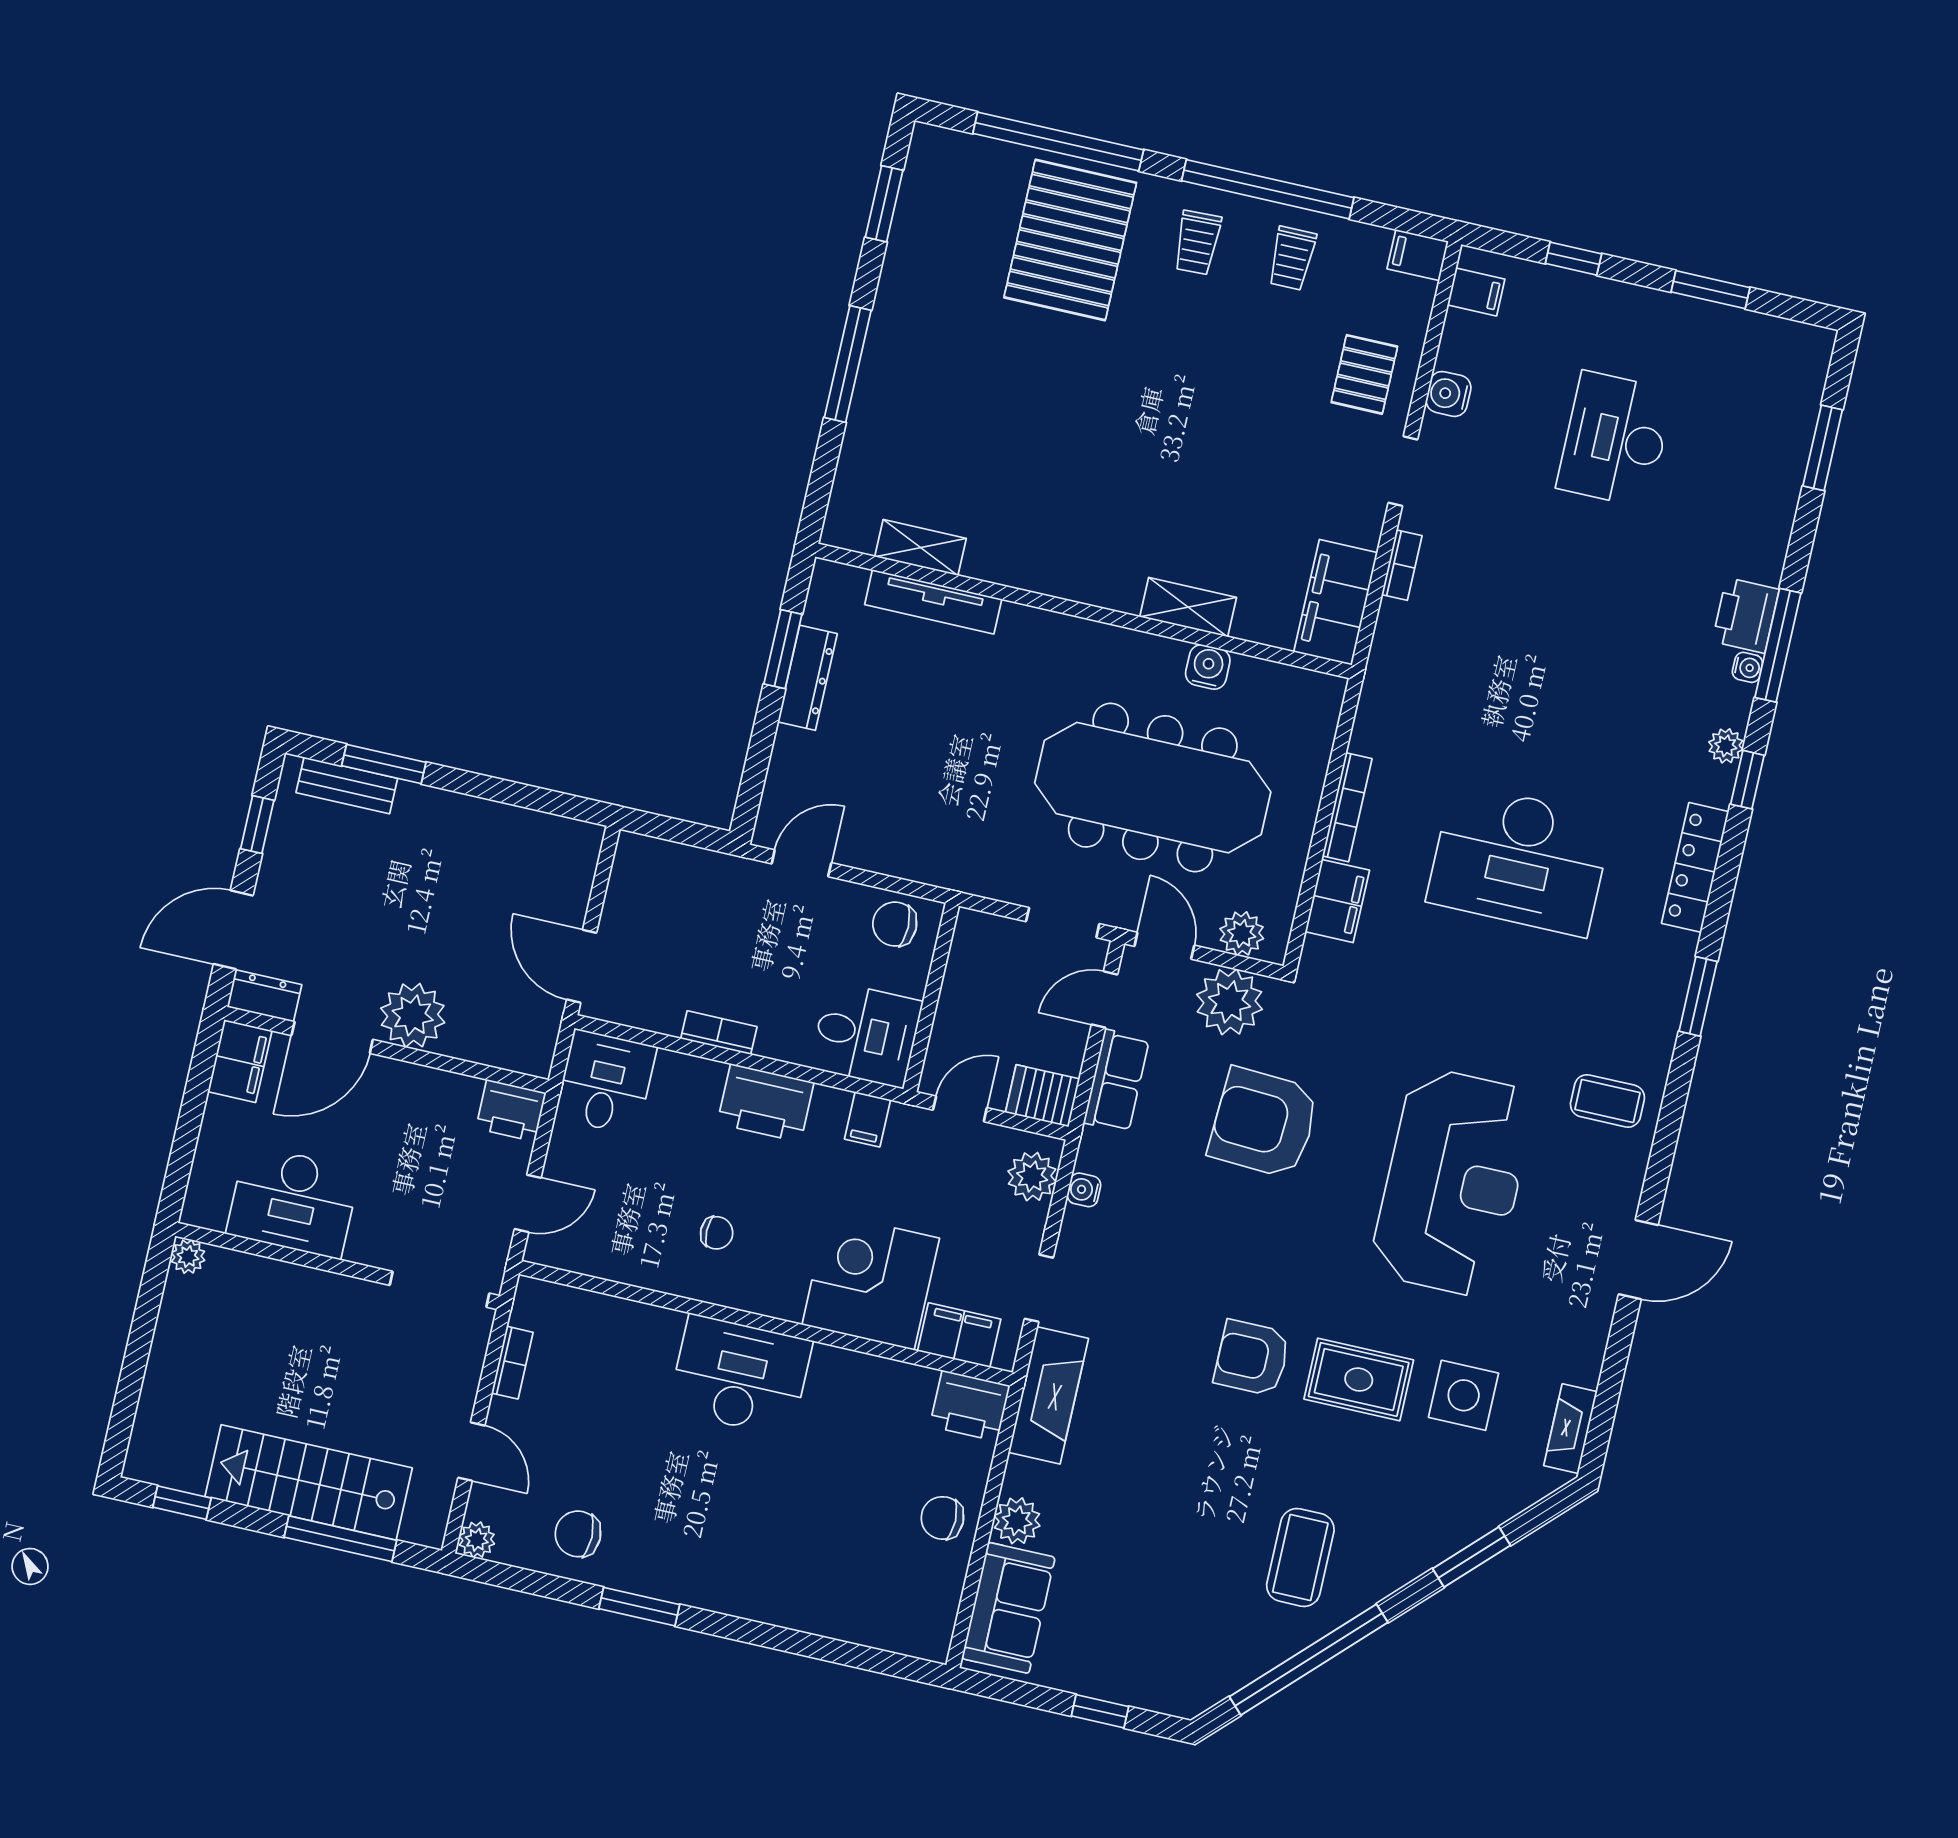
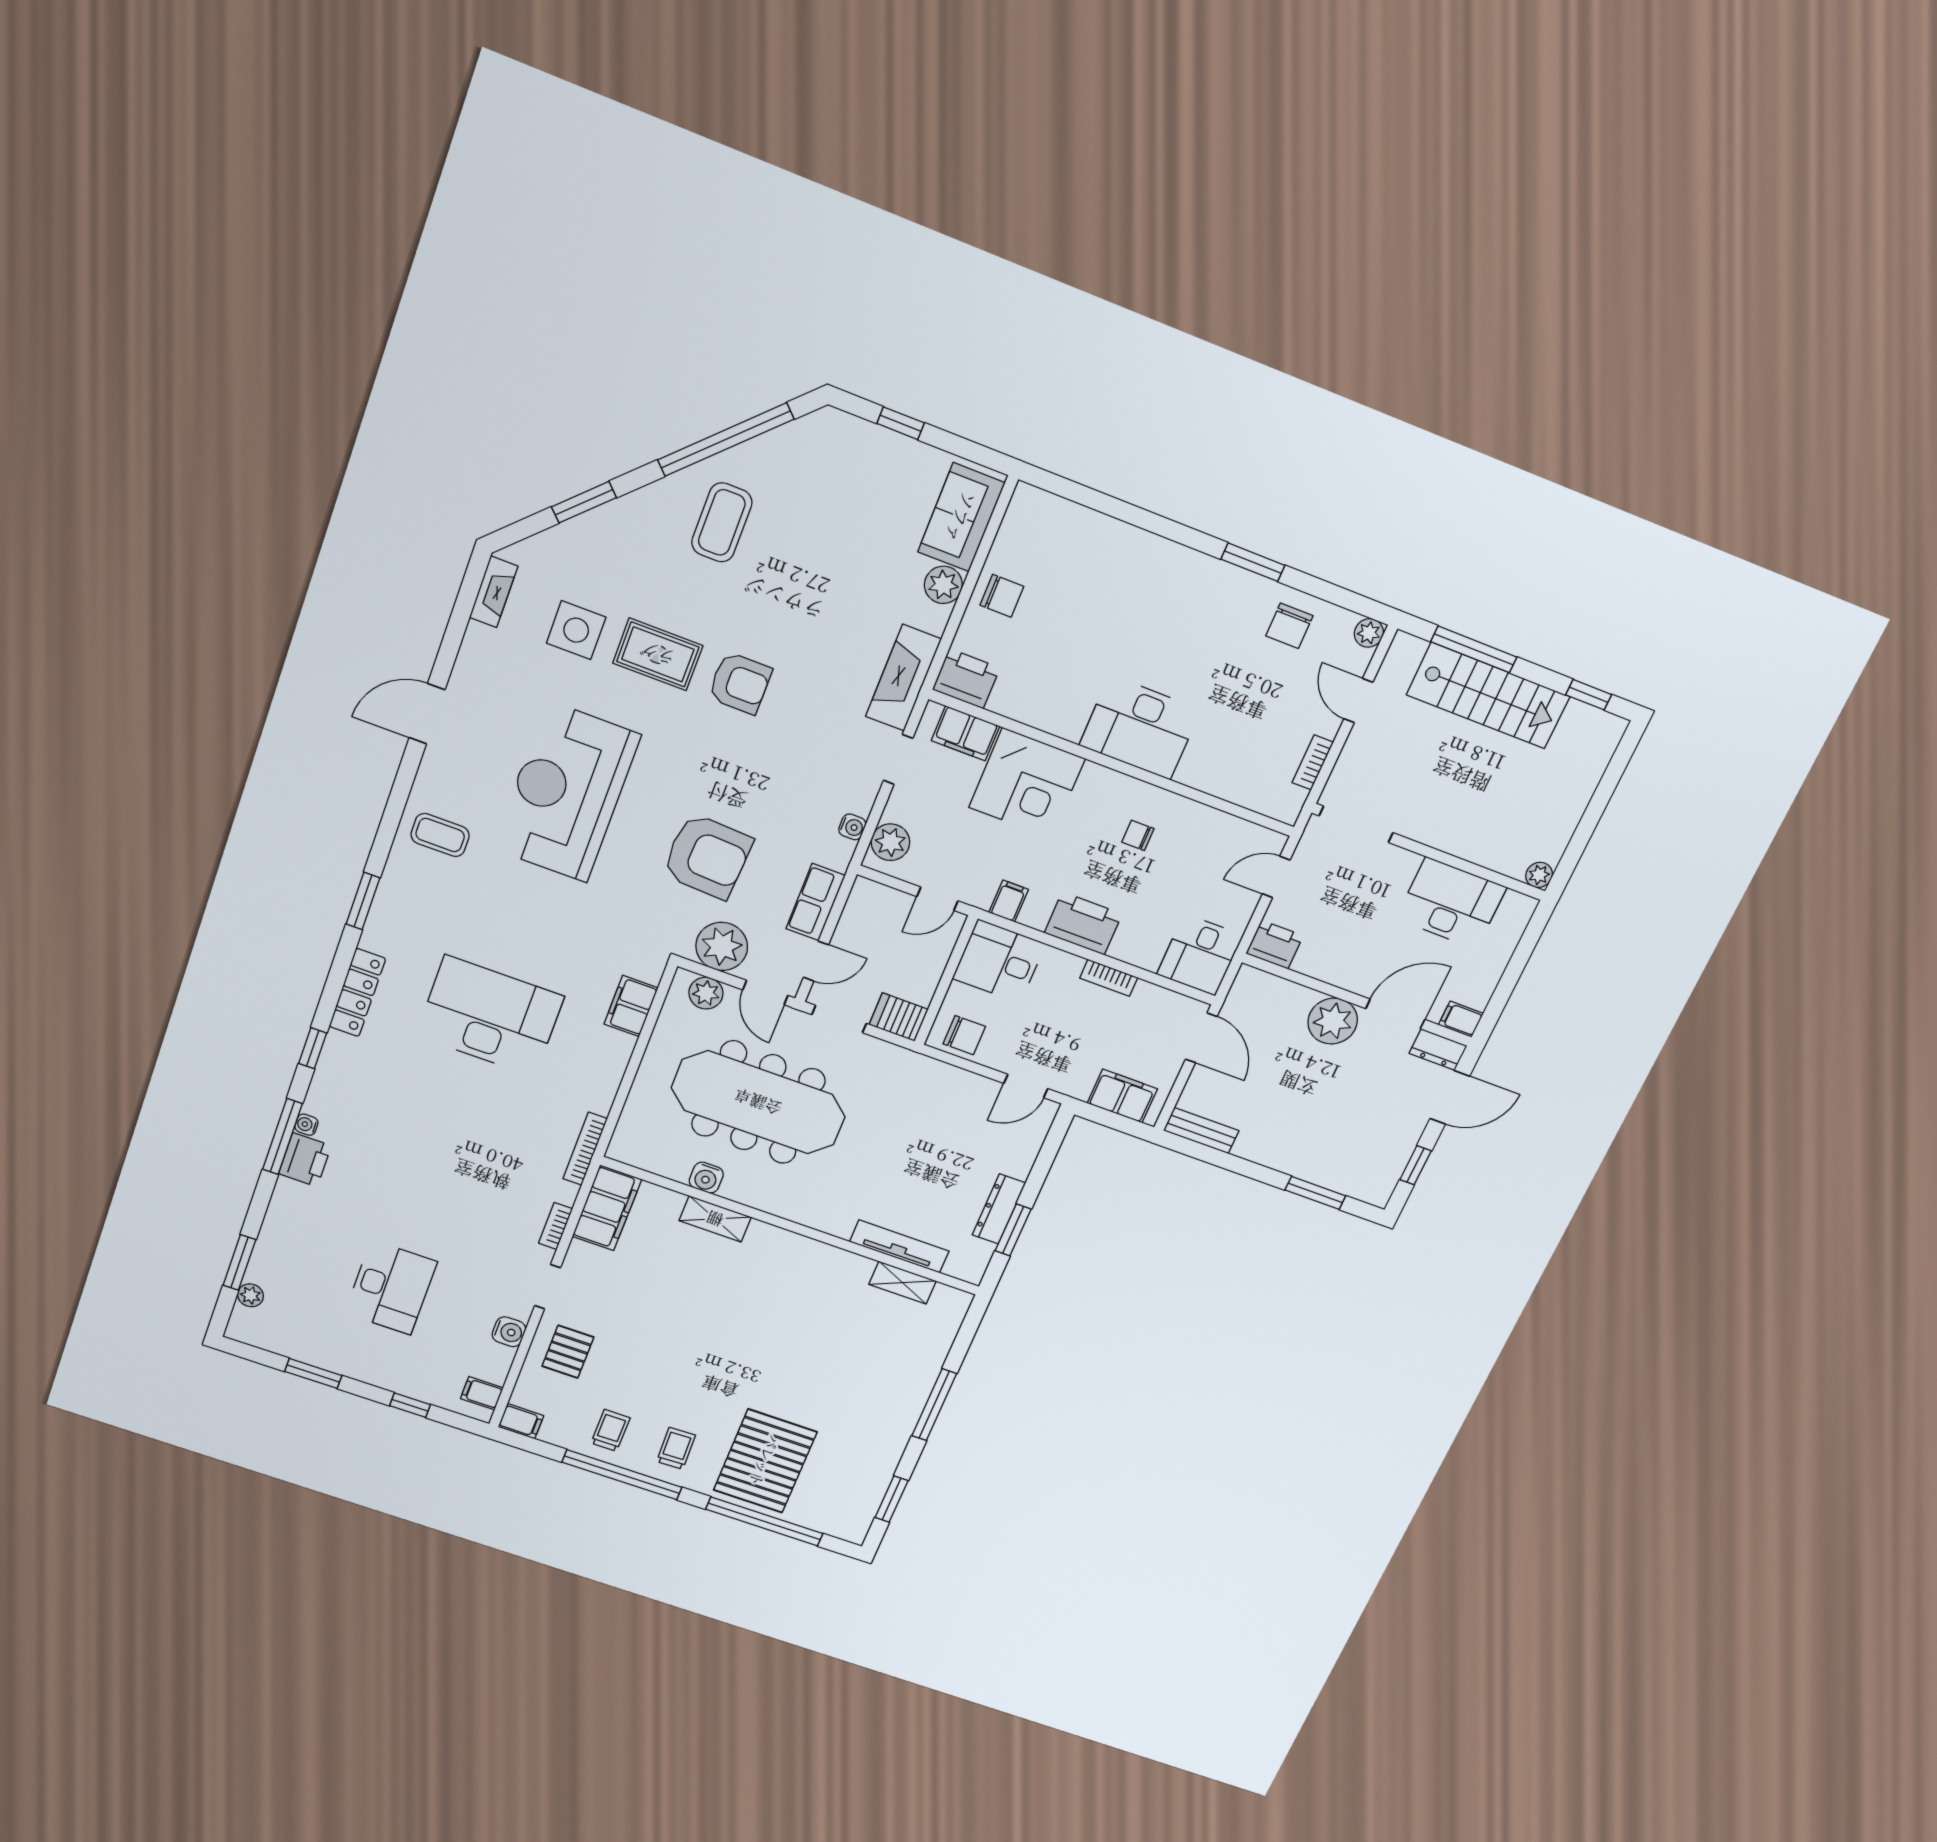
plant: (1726, 746) -> (250, 1295), moved
bench: (347, 785) -> (1201, 1131), moved
bookcase: (1347, 807) -> (585, 1149), moved
filing cabinet: (671, 868) -> (1122, 1096), added
filing cabinet: (240, 1061) -> (1461, 1019), width x0.50
server rack: (1043, 1096) -> (899, 1017), moved, turned 180
chair: (578, 1534) -> (1289, 626), turned 90

